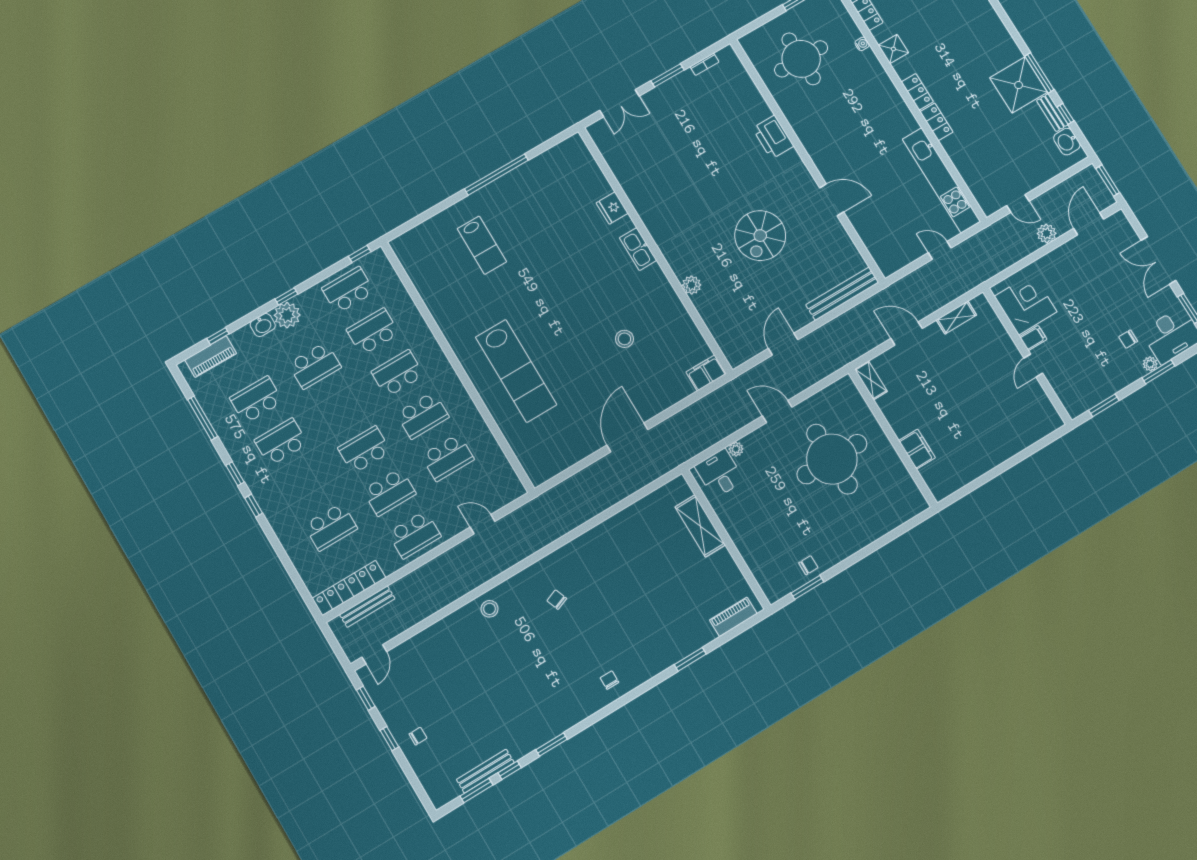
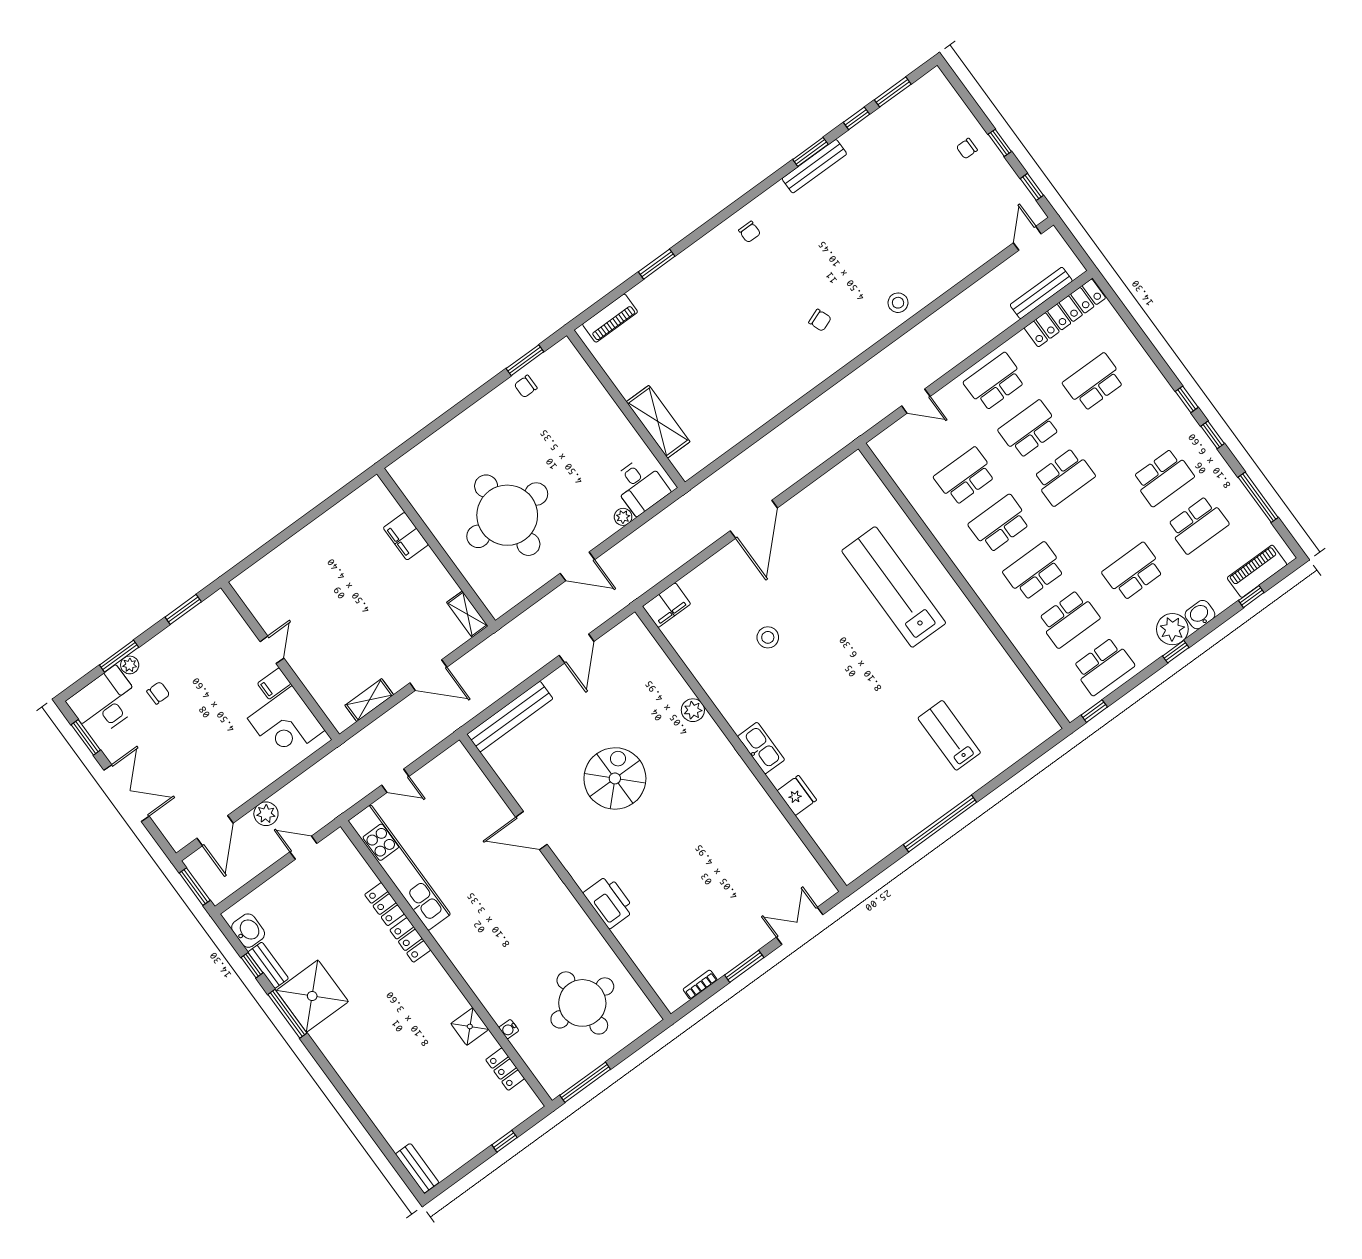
locker: (917, 92) -> (385, 904), moved
school desk: (398, 373) -> (1034, 571), turned 180
bench: (485, 771) -> (814, 166), moved

